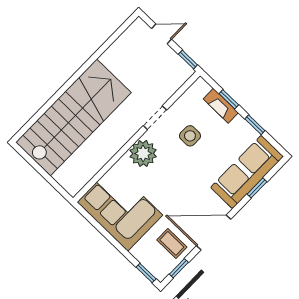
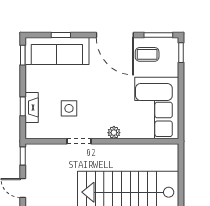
window: (255, 125) -> (23, 55), moved
plant: (143, 153) -> (114, 133), width x0.53, depth x0.53
coffee table: (172, 243) -> (147, 54), turned 90
window: (179, 268) -> (158, 35), width x1.50

